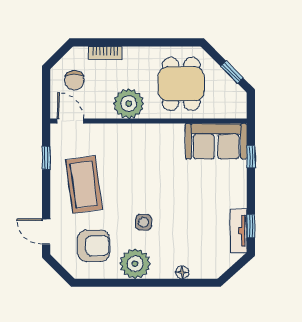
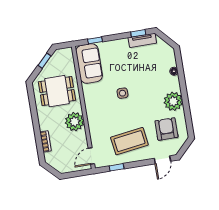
chair: (74, 80) -> (66, 158), removed
side table: (144, 222) -> (122, 93), moved

